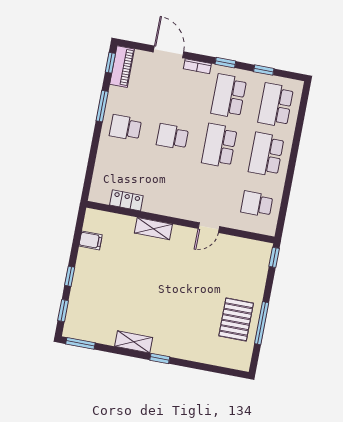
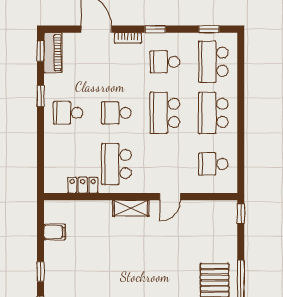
window: (264, 70) -> (209, 29), moved
school desk: (229, 96) -> (165, 62), width x0.54
window: (102, 106) -> (40, 96), width x0.67
school desk: (163, 186) -> (116, 164), added
shelving: (153, 229) -> (131, 208), moved

